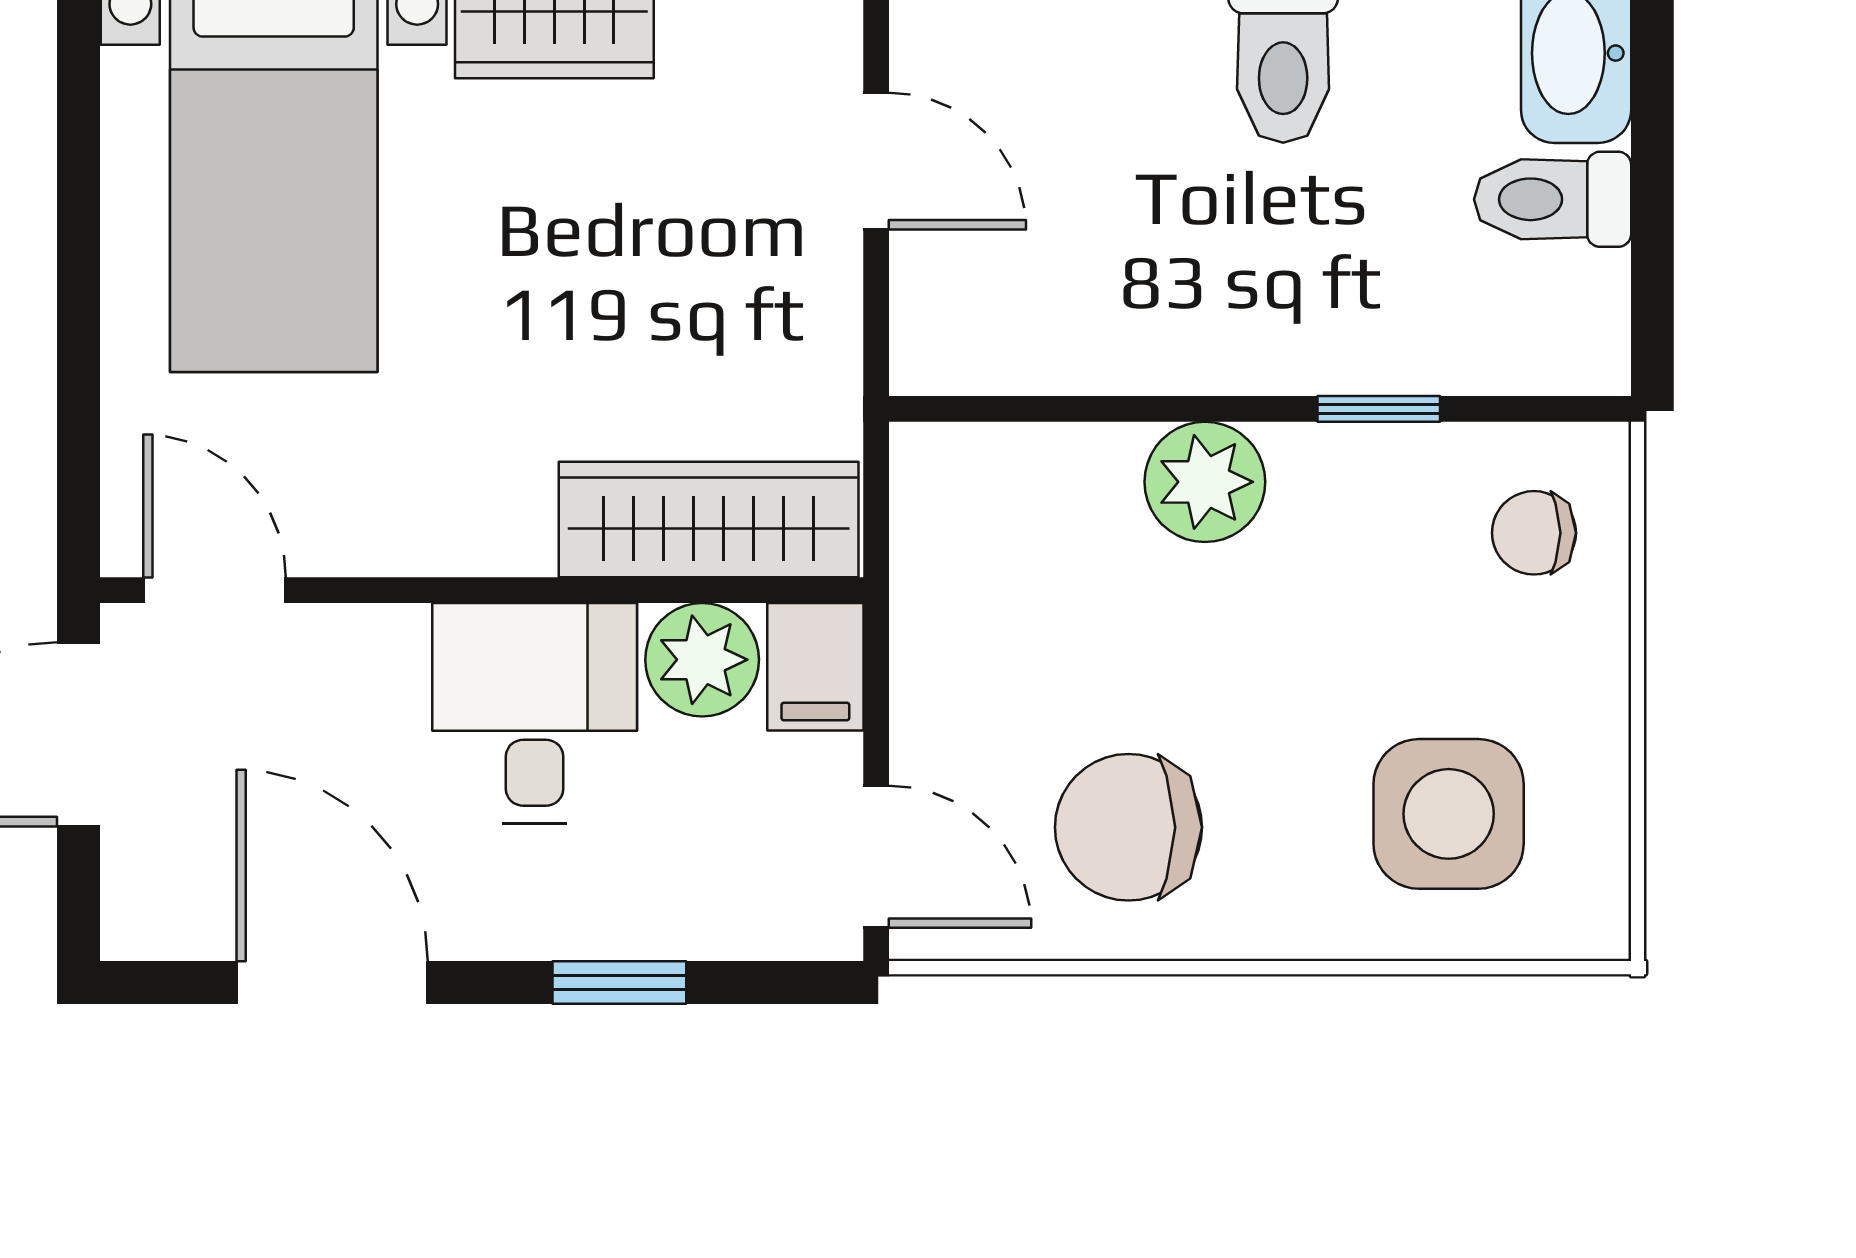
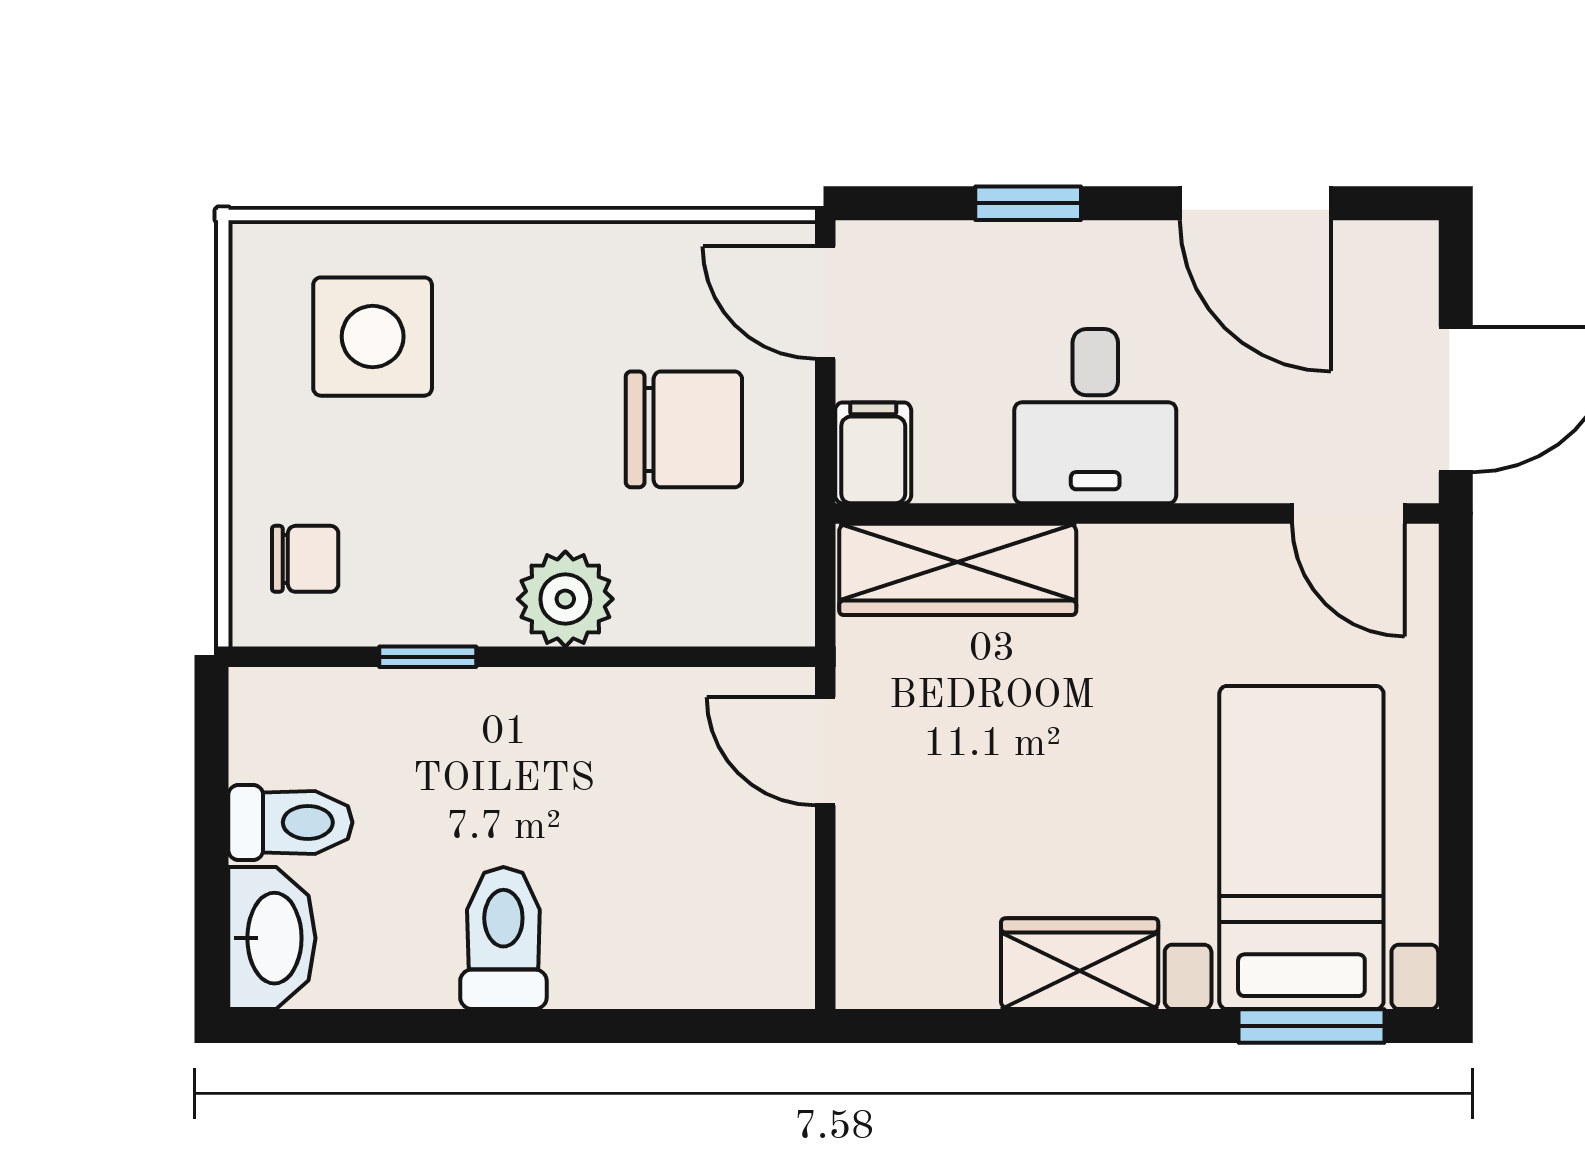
door: (876, 161) -> (825, 751), moved
plant: (702, 660) -> (963, 458), removed
chair: (1128, 827) -> (684, 429), moved

